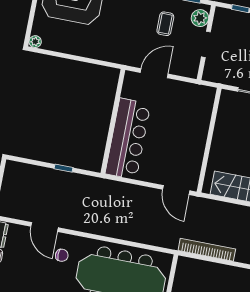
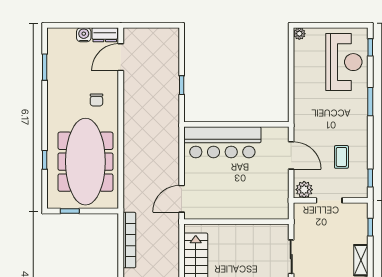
plant: (200, 18) -> (304, 190), moved
coffee table: (165, 24) -> (341, 157), turned 90
door: (44, 227) -> (121, 57), moved

